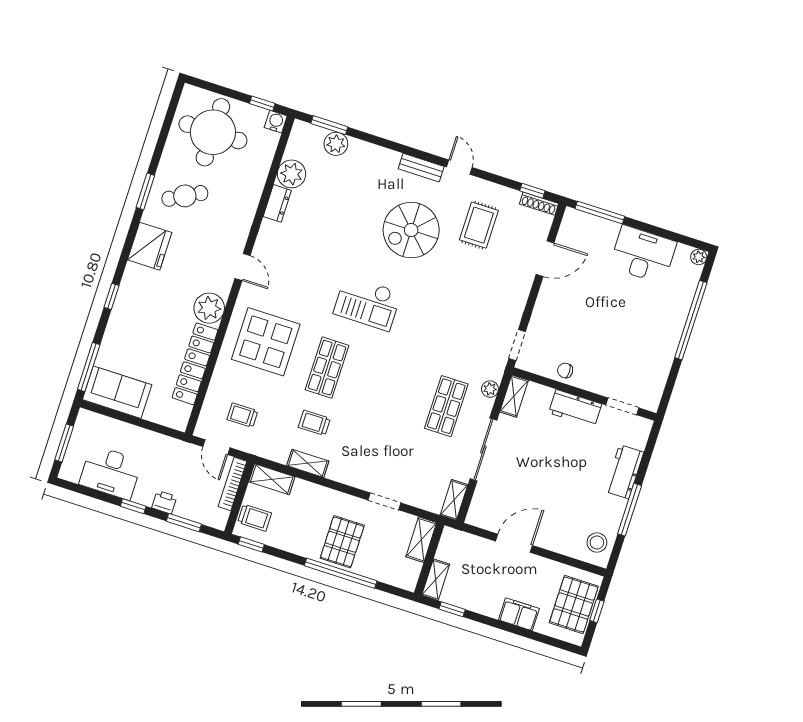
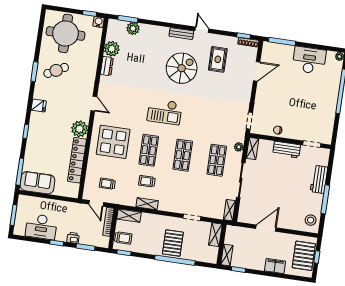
spiral stairs: (411, 230) -> (182, 68), turned 180
fridge: (150, 246) -> (39, 106), width x0.53, depth x0.75
shop shelf: (387, 387) -> (183, 155), added

